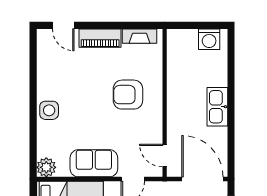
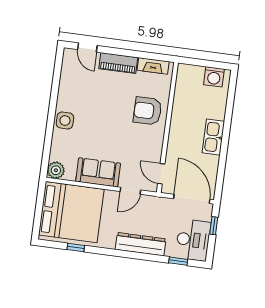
armchair: (128, 95) -> (148, 111), moved

